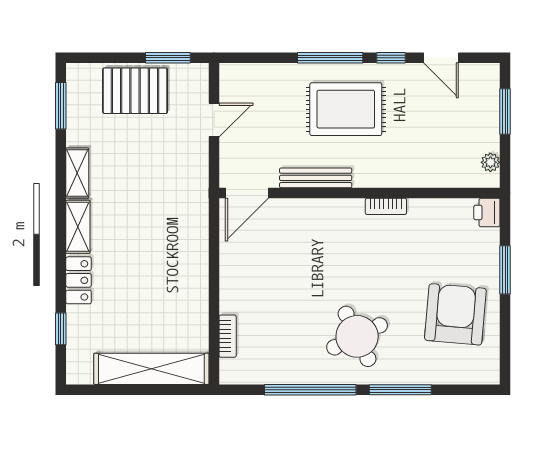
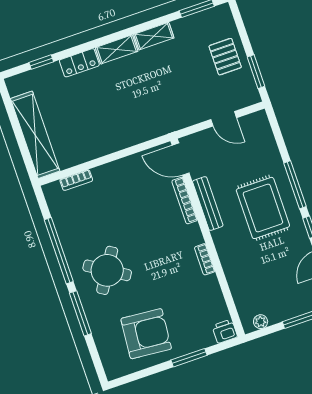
pallet: (135, 91) -> (225, 57), width x0.67, depth x0.71
bookcase: (302, 206) -> (185, 201), added
round table: (357, 336) -> (107, 270), turned -32

